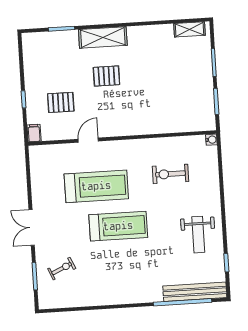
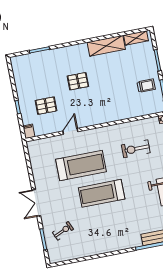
shelving: (103, 37) -> (106, 46), moved
trolley: (195, 93) -> (146, 86), added
treadmill: (118, 226) -> (102, 193), turned 180

